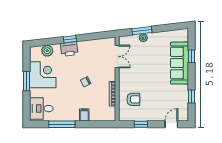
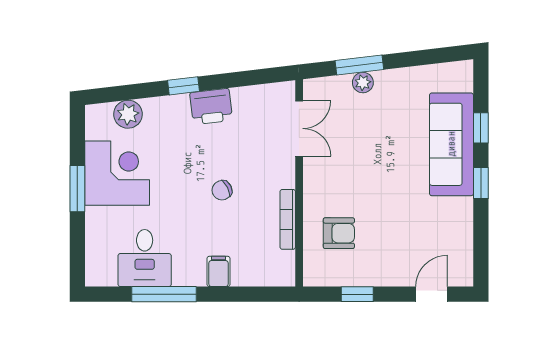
printer: (69, 49) -> (211, 107), moved
window: (191, 97) -> (481, 183), moved
desk: (41, 109) -> (145, 258), moved, turned -90

